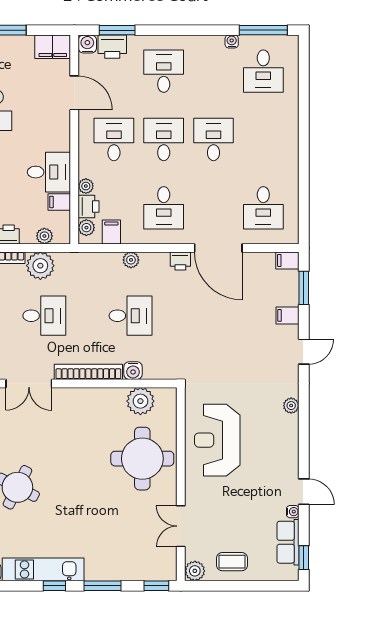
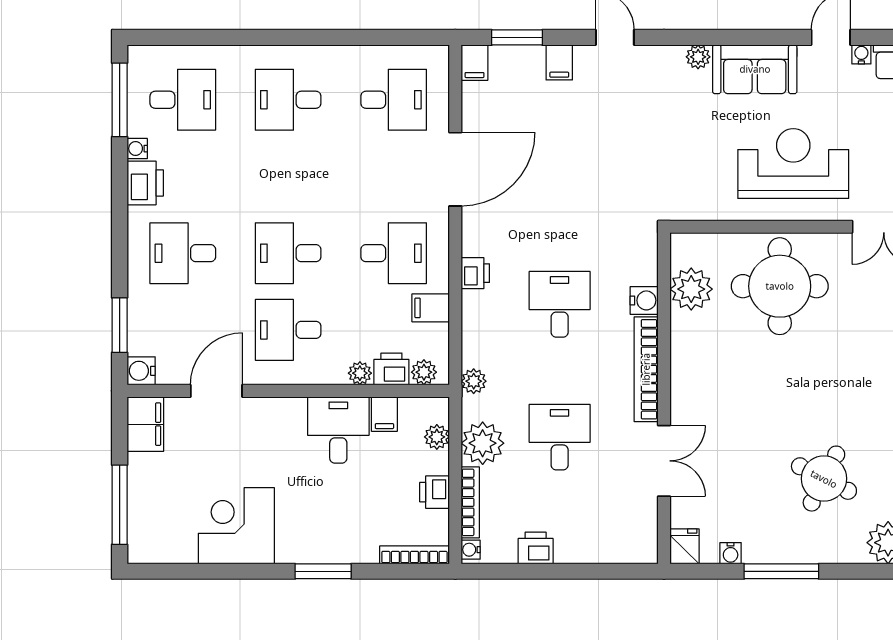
printer: (112, 47) -> (145, 183), moved
desk: (213, 139) -> (288, 100), moved
filing cabinet: (111, 232) -> (431, 308), moved
plant: (131, 260) -> (474, 381), moved
printer: (180, 261) -> (475, 273), moved
reception desk: (217, 440) -> (793, 164), moved, turned 180
sofa: (283, 442) -> (755, 69), added

